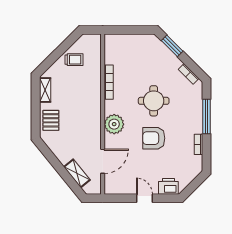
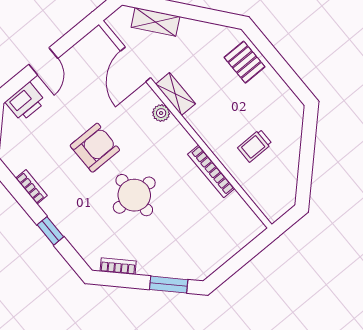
trolley: (74, 60) -> (255, 146), moved
shelving: (45, 90) -> (175, 94), moved
window: (207, 117) -> (50, 231), width x0.46
plant: (114, 124) -> (161, 113), width x0.53, depth x0.53
door: (144, 198) -> (43, 61), hinge flipped

